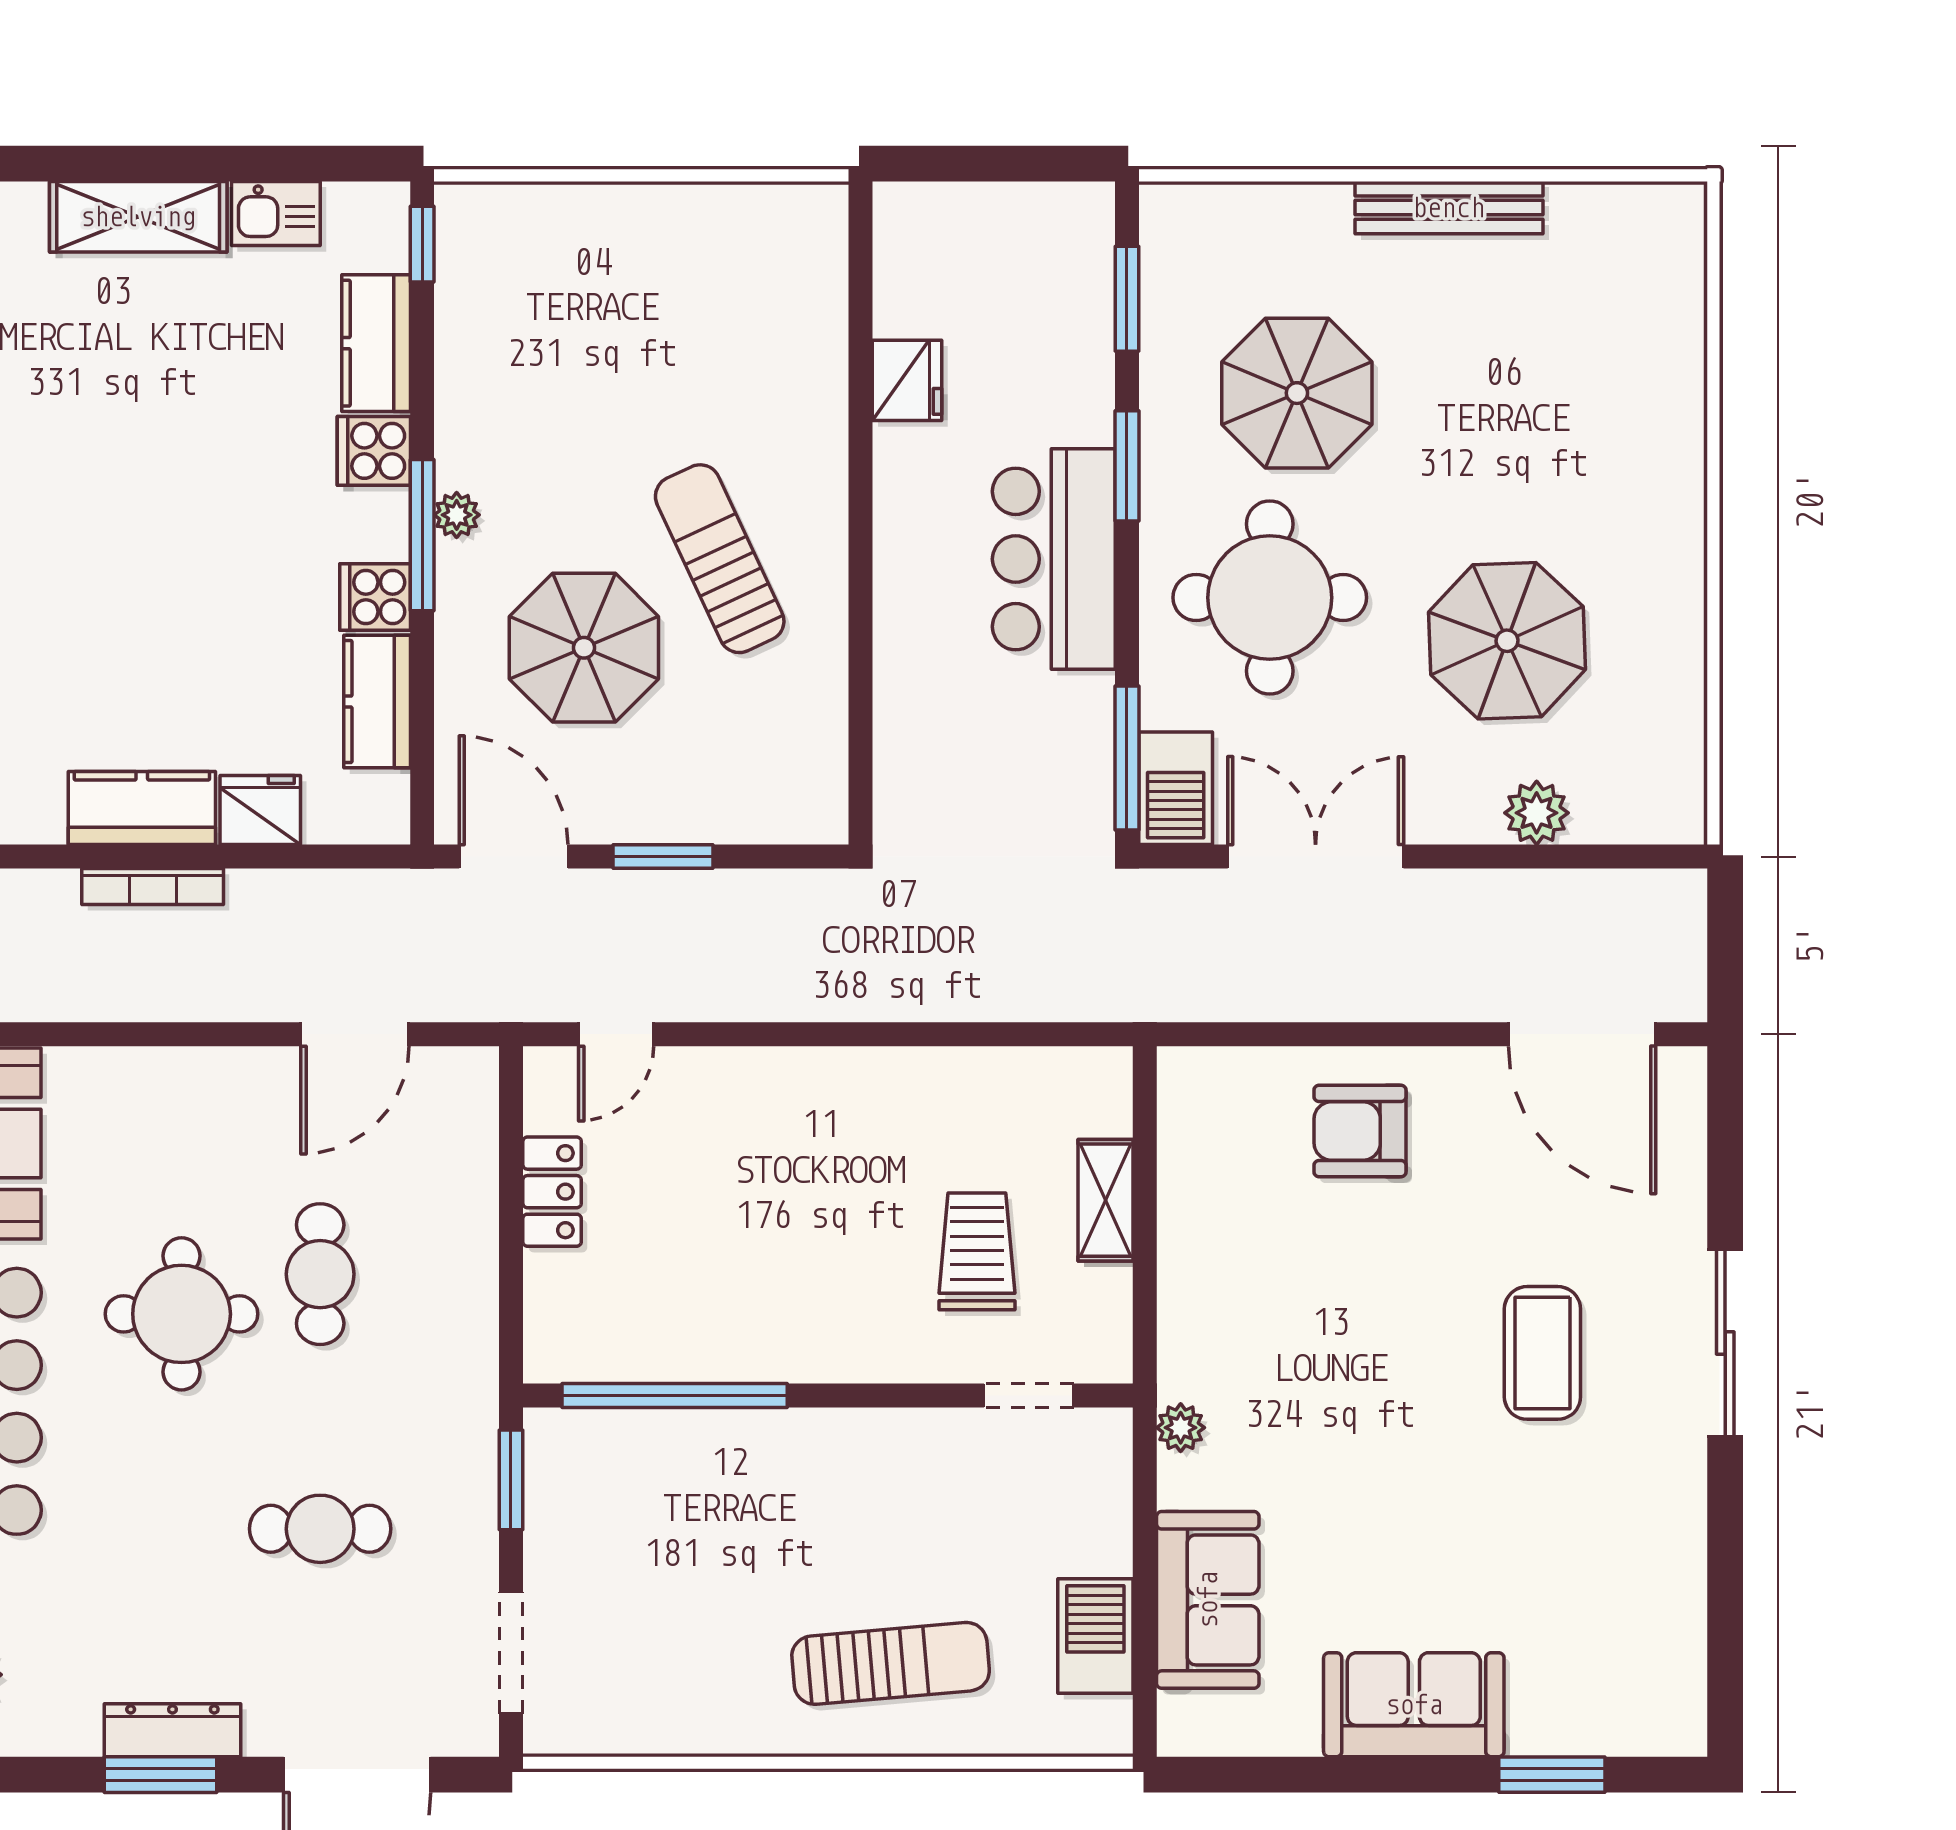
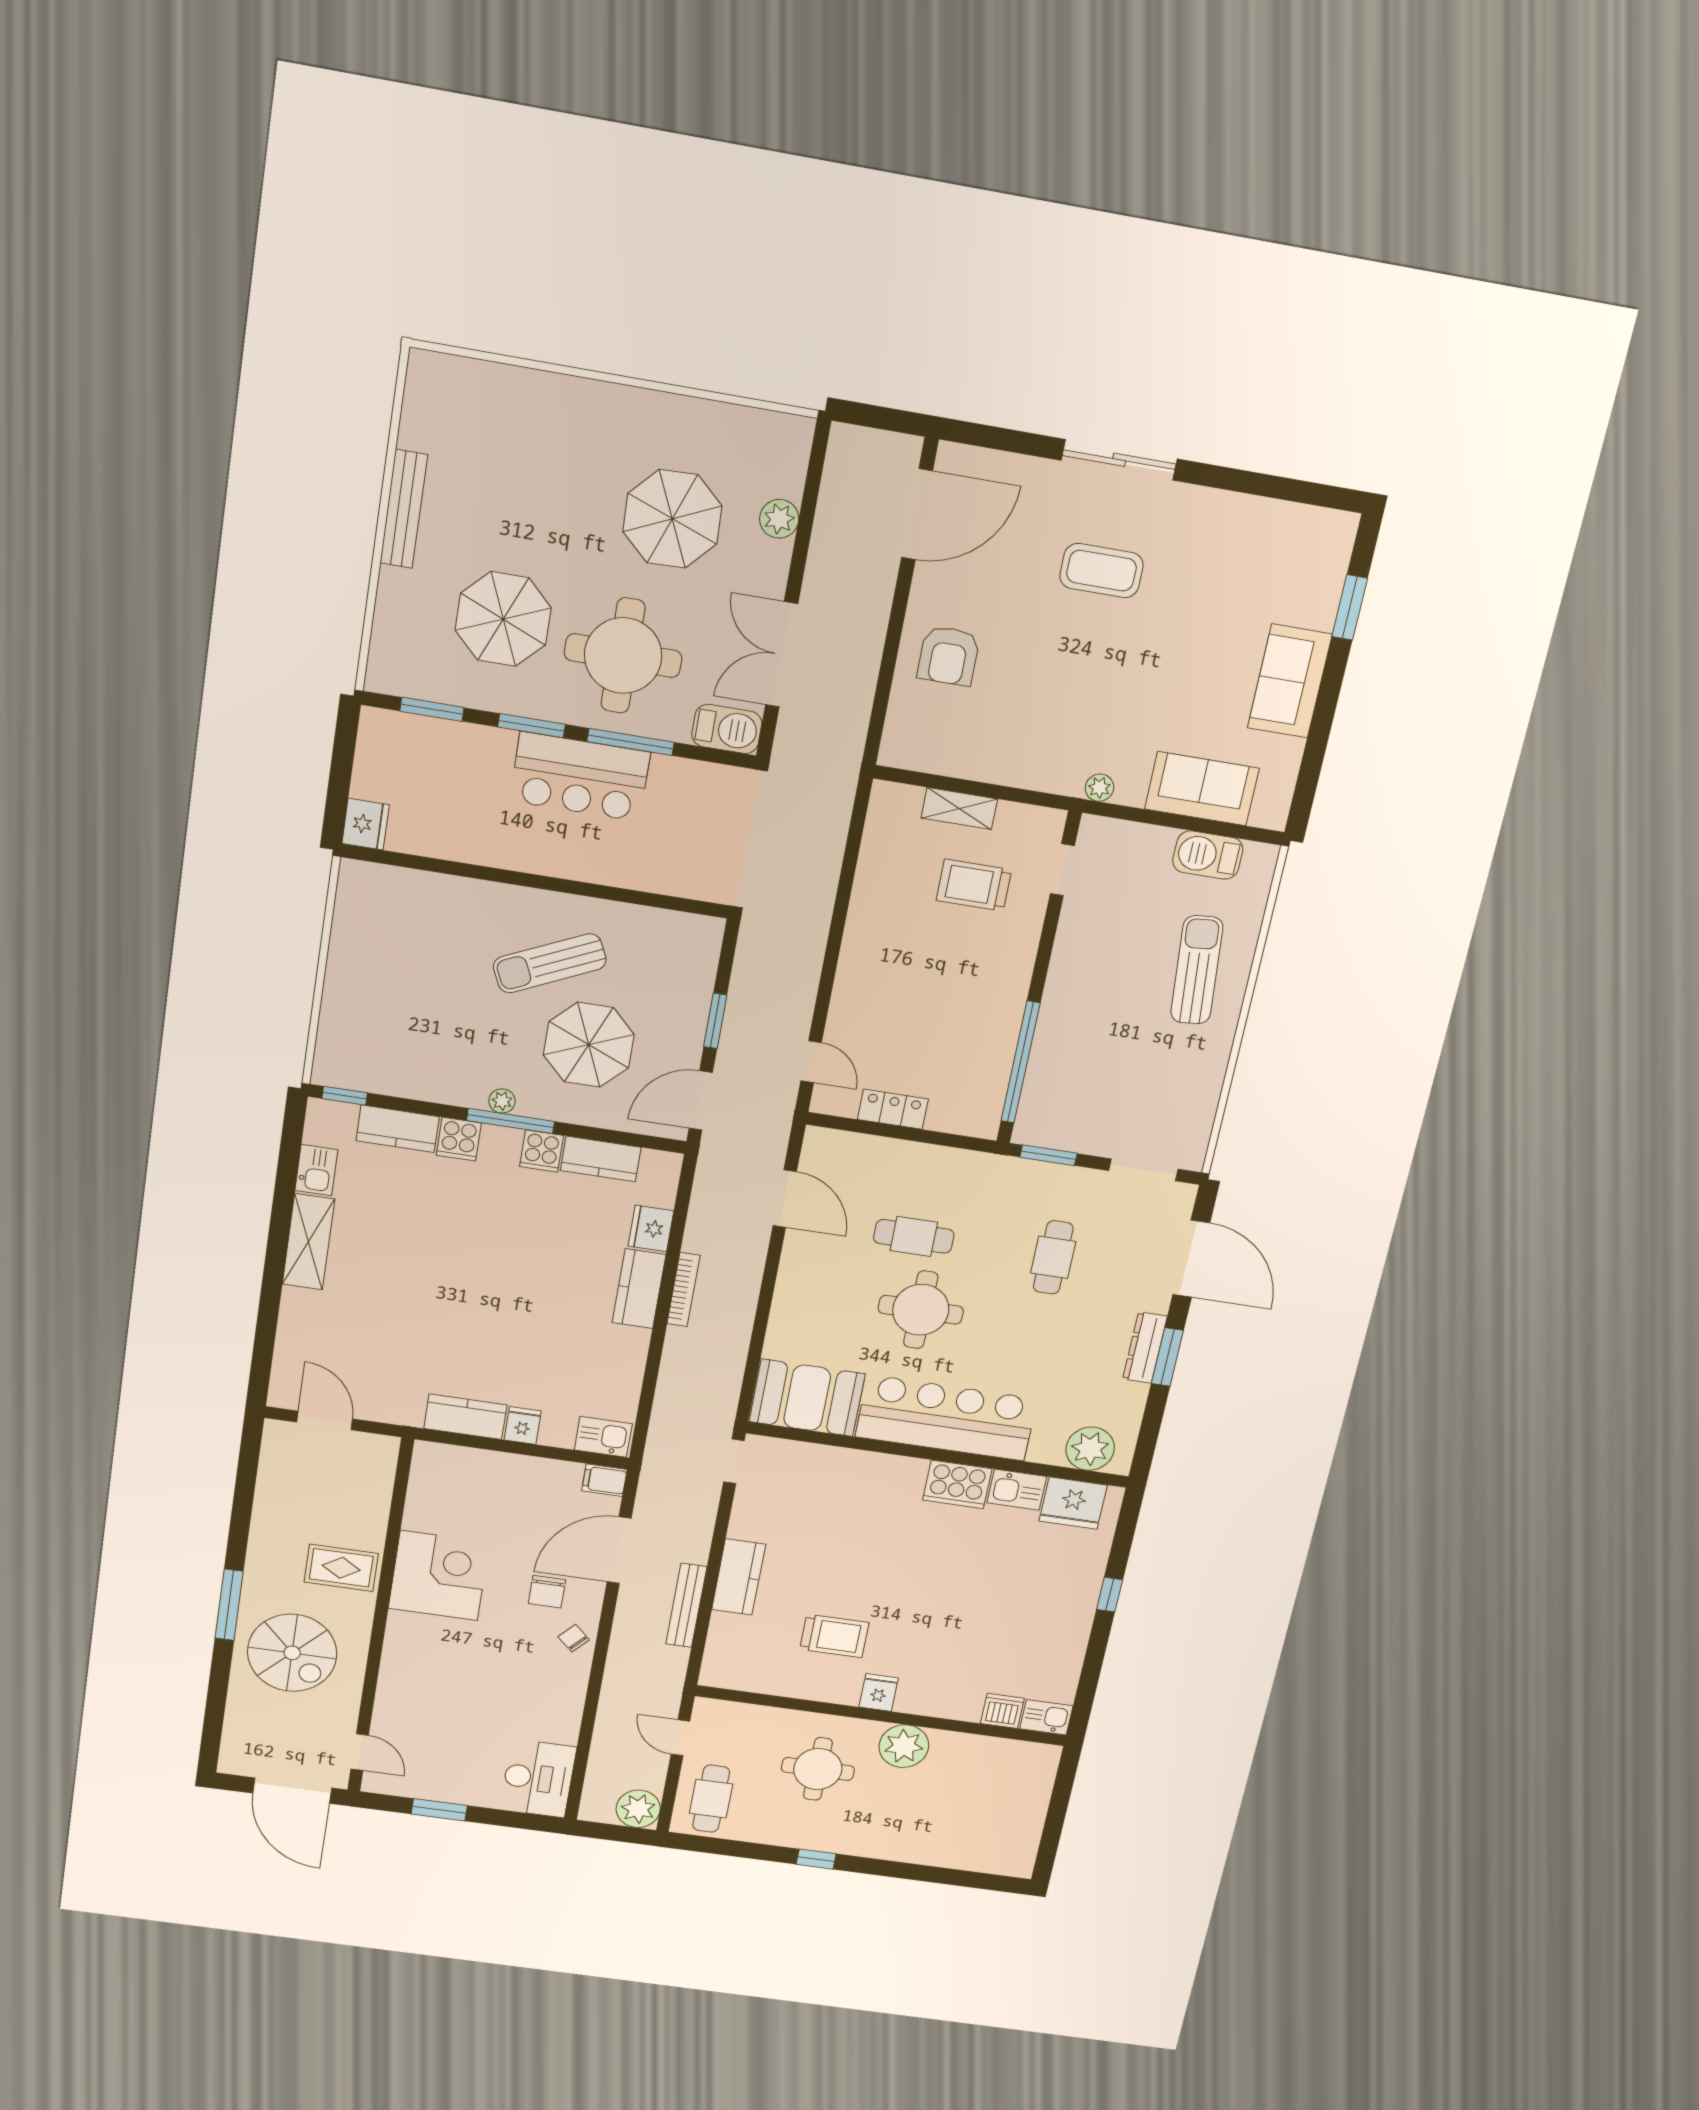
fridge: (907, 380) -> (366, 824), moved, turned 90
window: (1127, 758) -> (631, 742), moved

